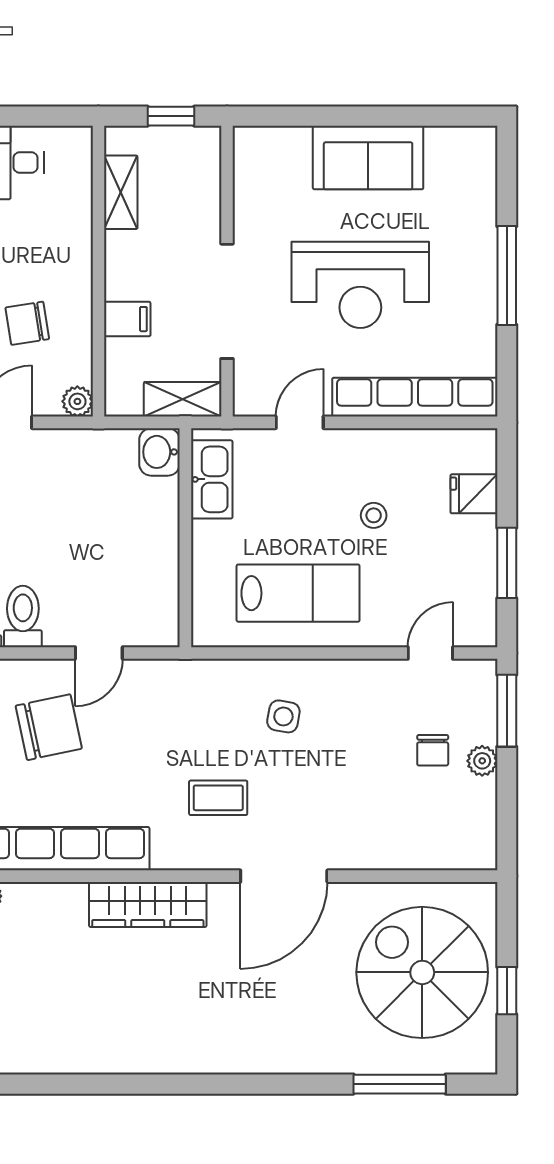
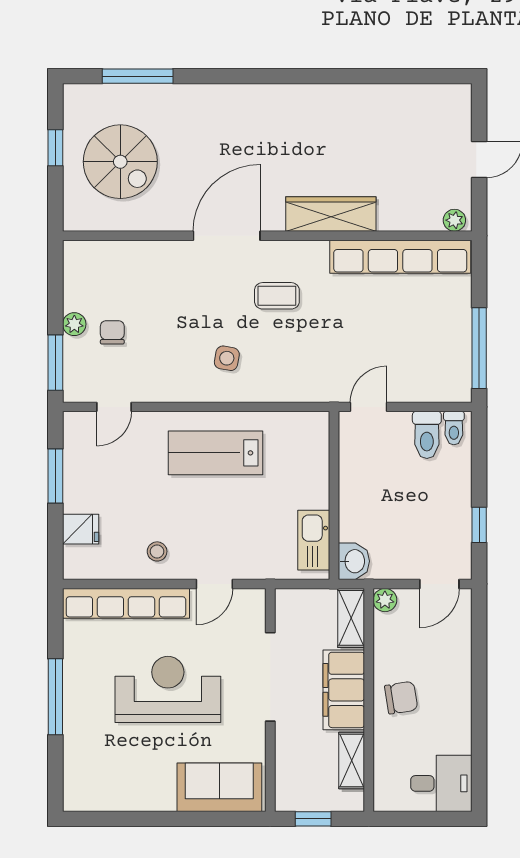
sofa: (368, 157) -> (219, 787), moved
filing cabinet: (127, 319) -> (344, 690), width x3.00, depth x1.17
chair: (27, 323) -> (401, 698), moved
shelving: (183, 399) -> (351, 618), moved, turned 90
washbasin: (160, 452) -> (354, 561), moved
kitchen sink: (212, 479) -> (314, 540), moved
stool: (374, 515) -> (157, 551), moved
wall: (185, 538) -> (334, 495), moved
chair: (49, 727) -> (407, 350), removed
spiral stairs: (422, 972) -> (120, 162), width x0.73, depth x0.73

